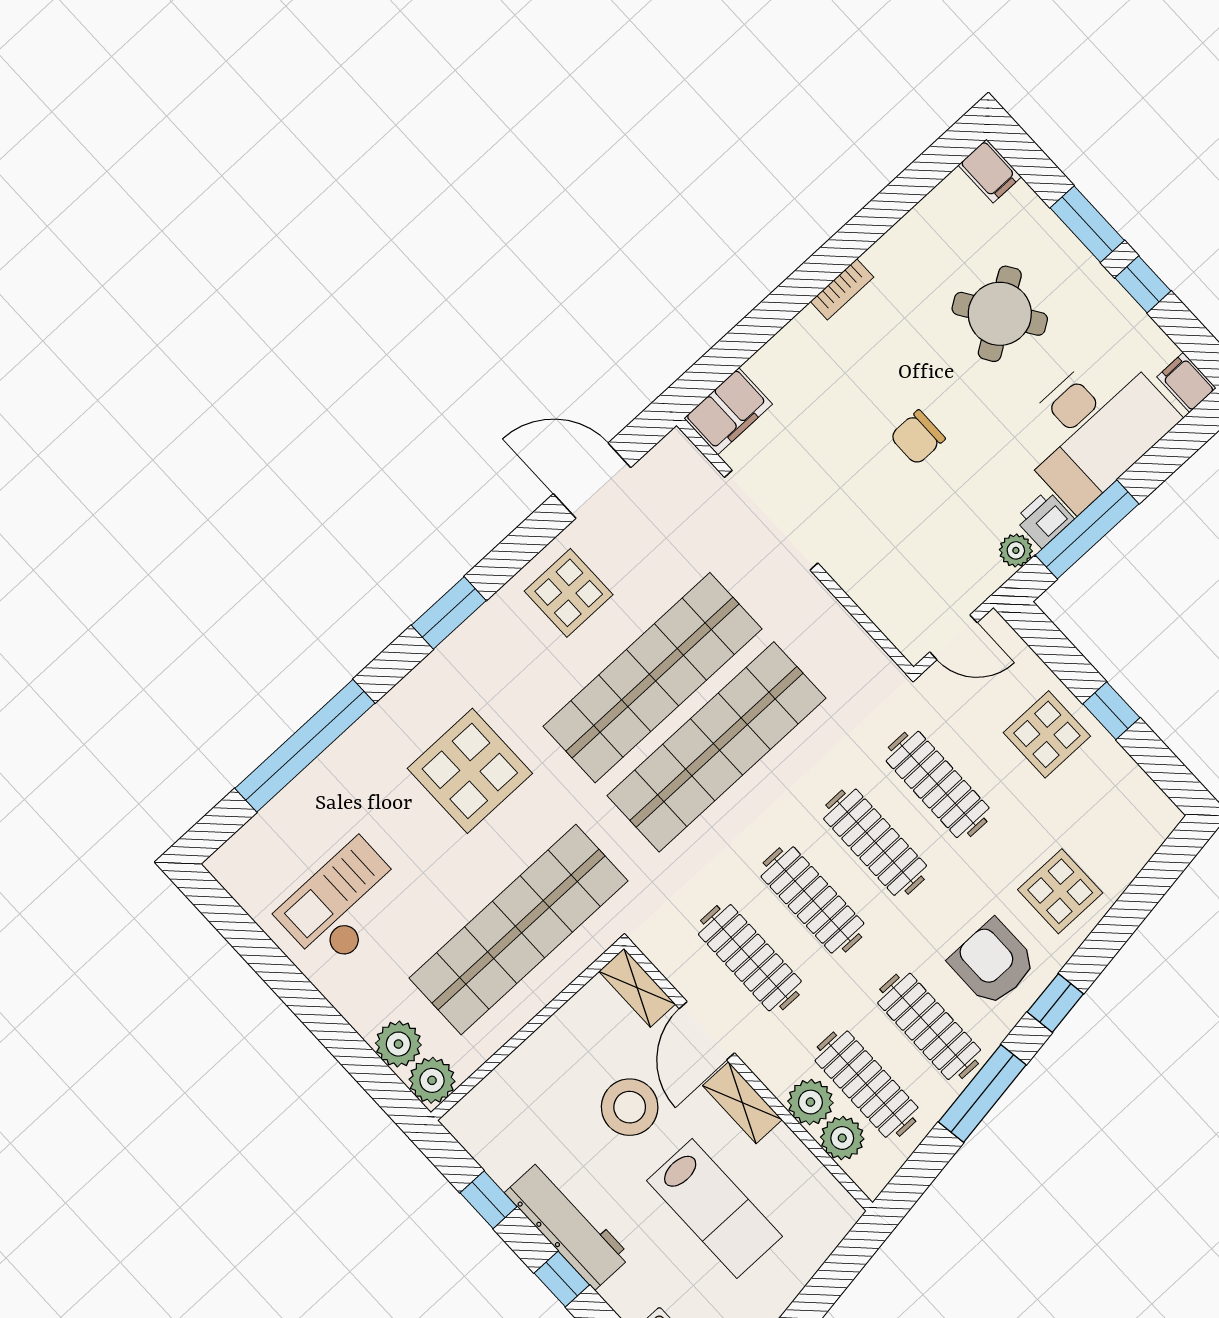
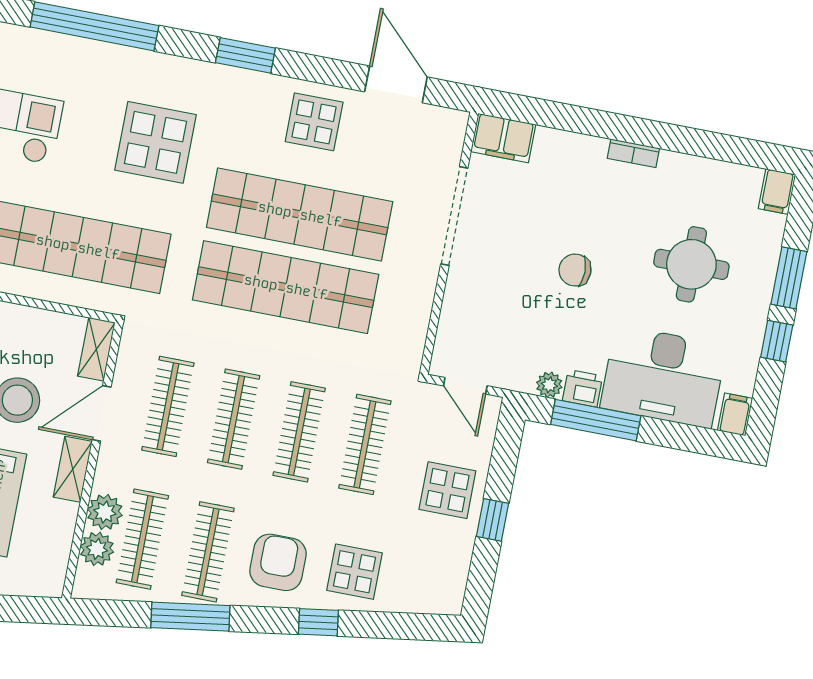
round table: (1000, 314) -> (691, 264), turned 33
window: (1055, 1003) -> (318, 622), moved

